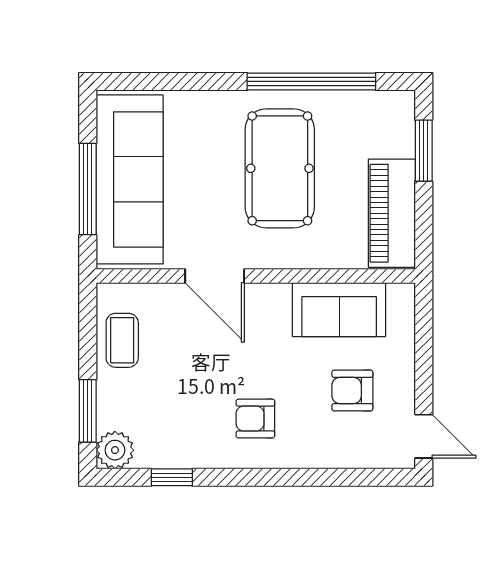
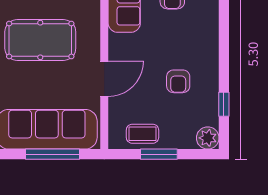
window: (88, 411) -> (159, 154), moved
armchair: (255, 419) -> (178, 81), moved

